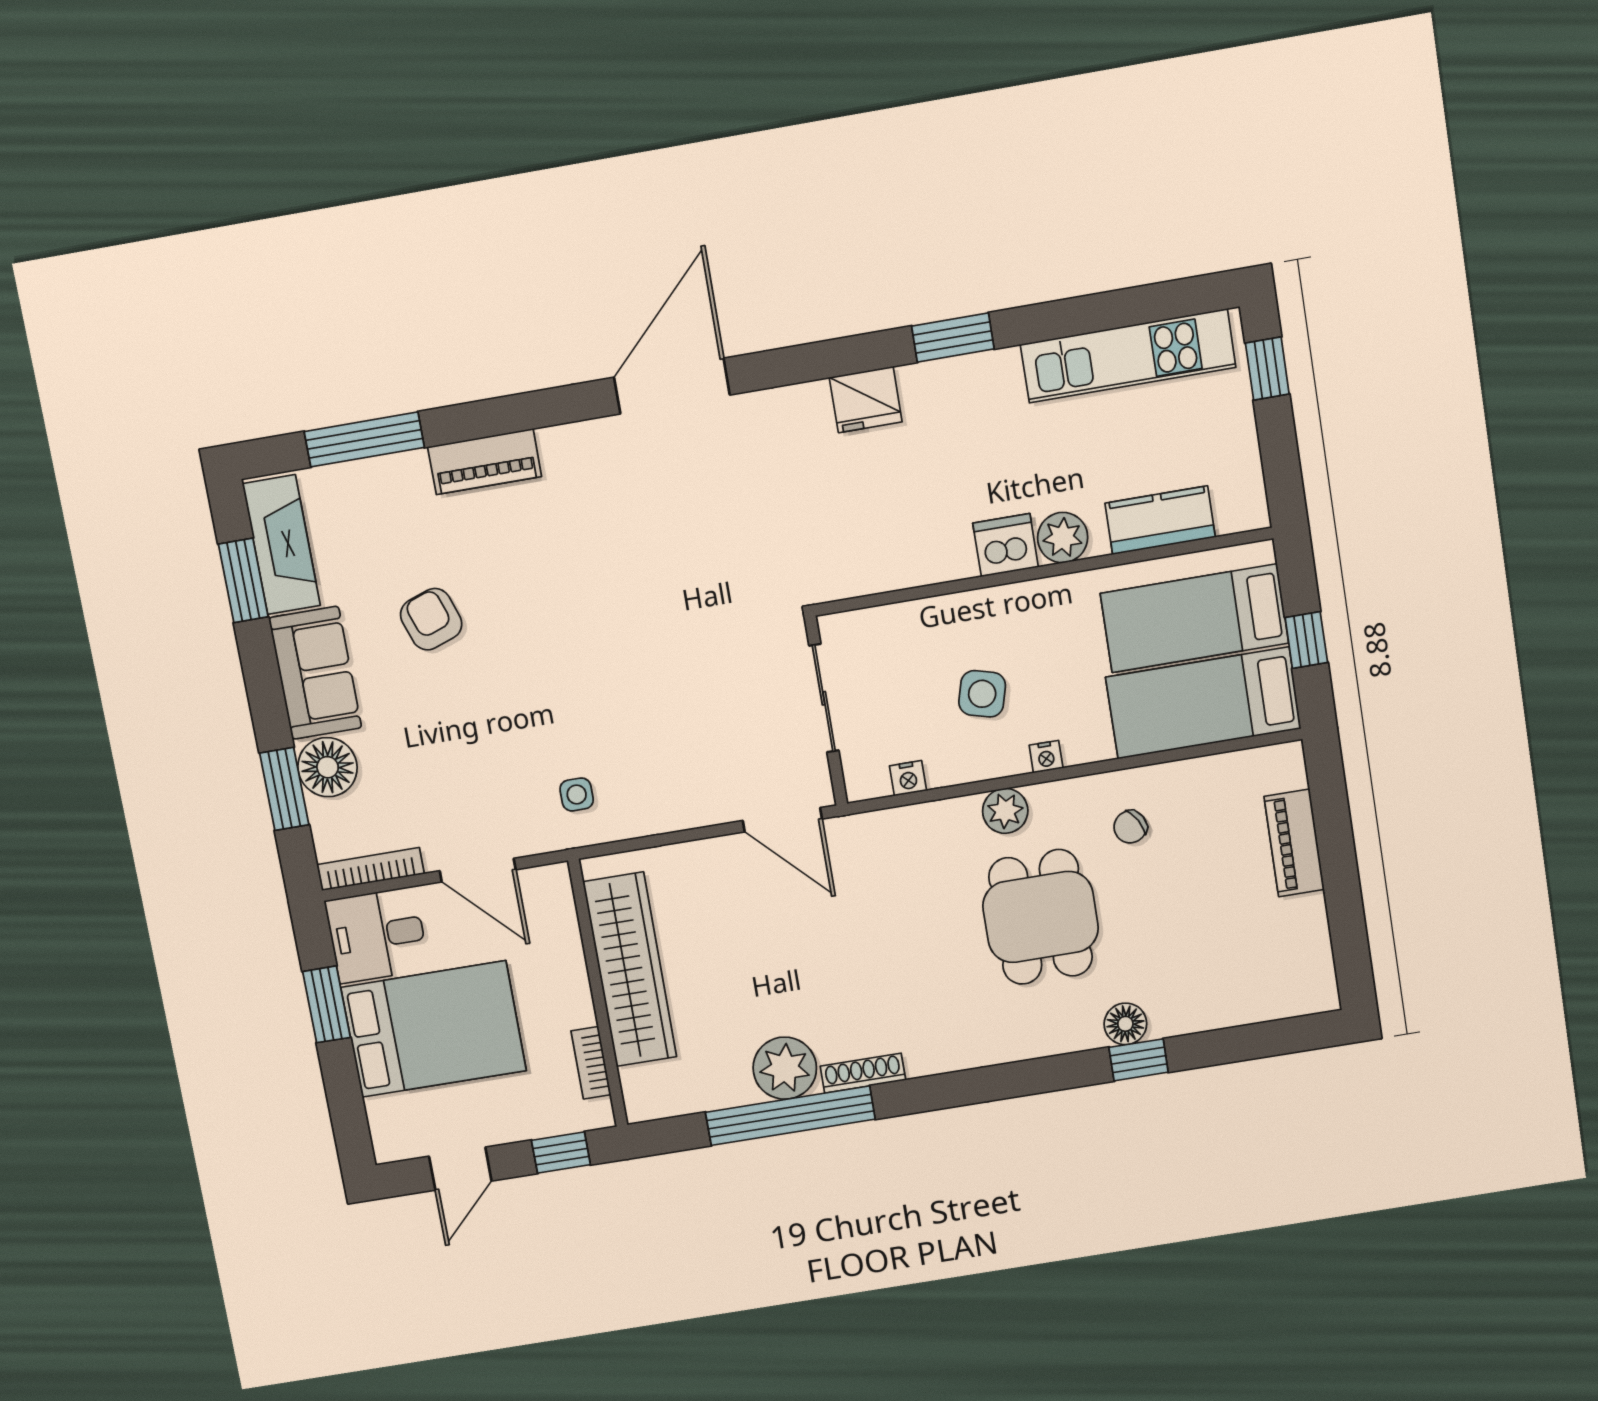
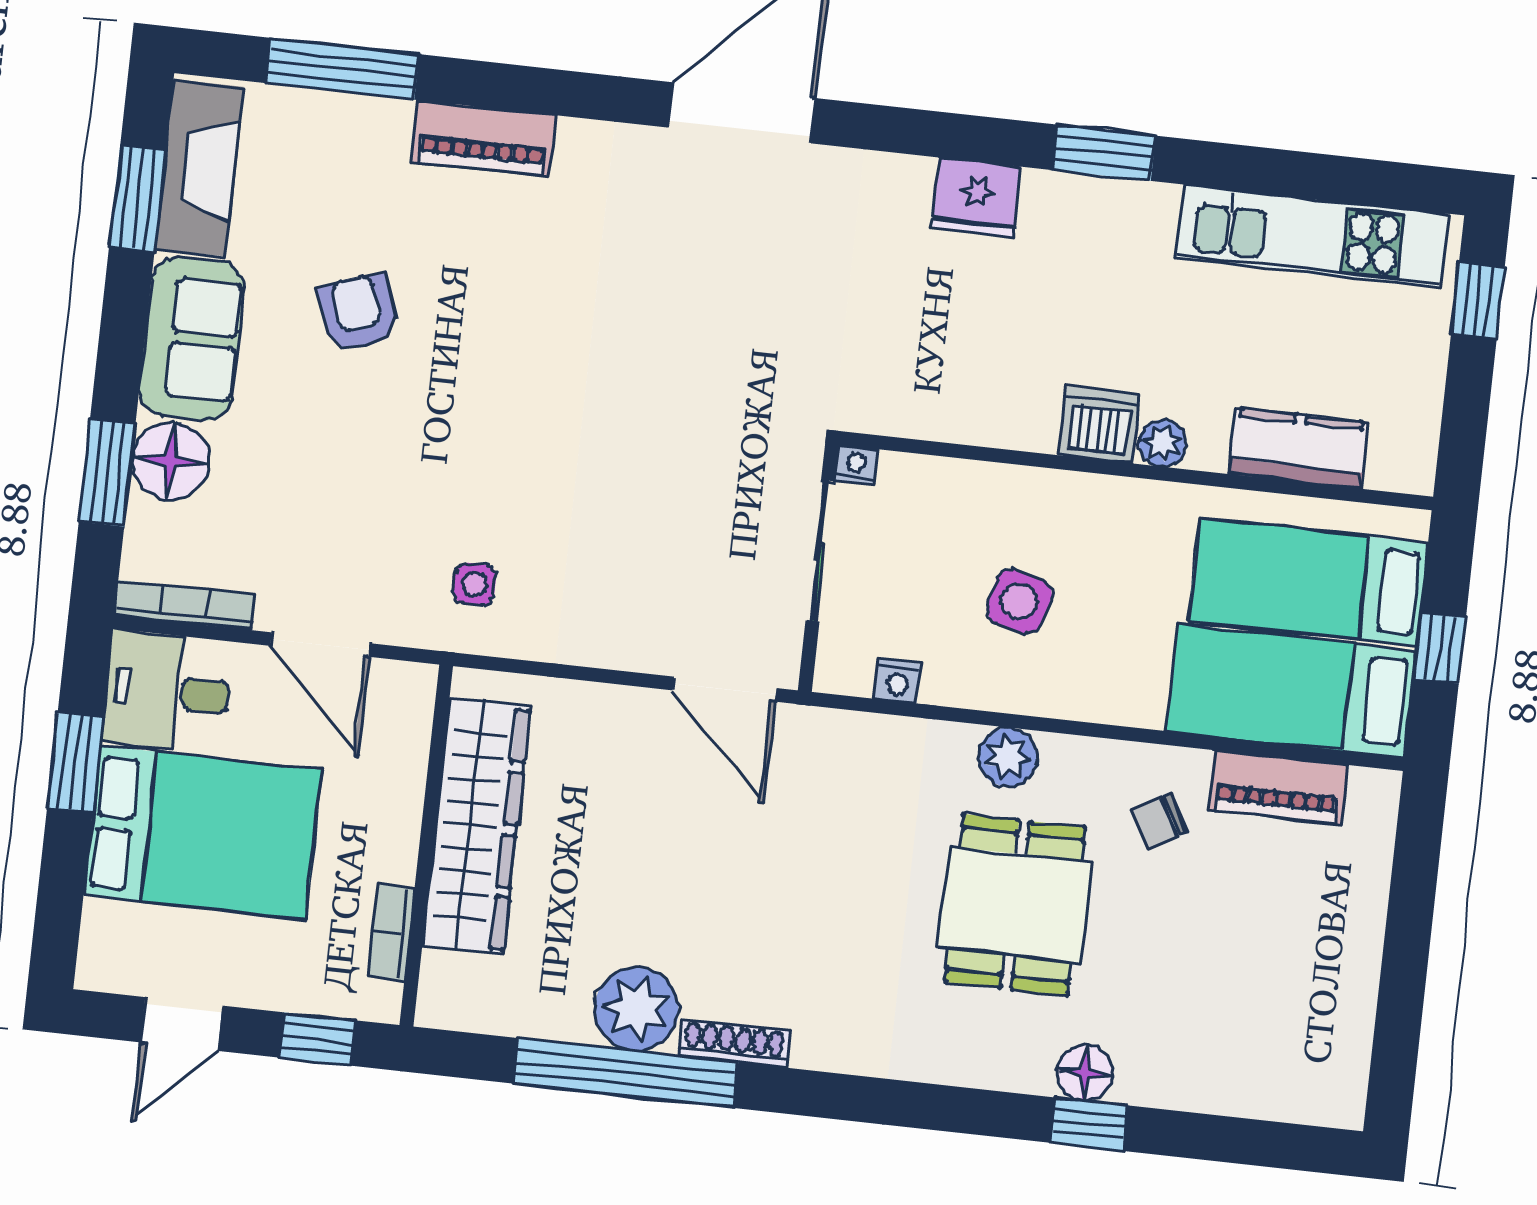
plant: (1063, 538) -> (1162, 443), width x0.73, depth x0.73
nightstand: (1046, 757) -> (856, 465), moved, turned 180
piano: (1294, 843) -> (1278, 787), moved, turned -90

